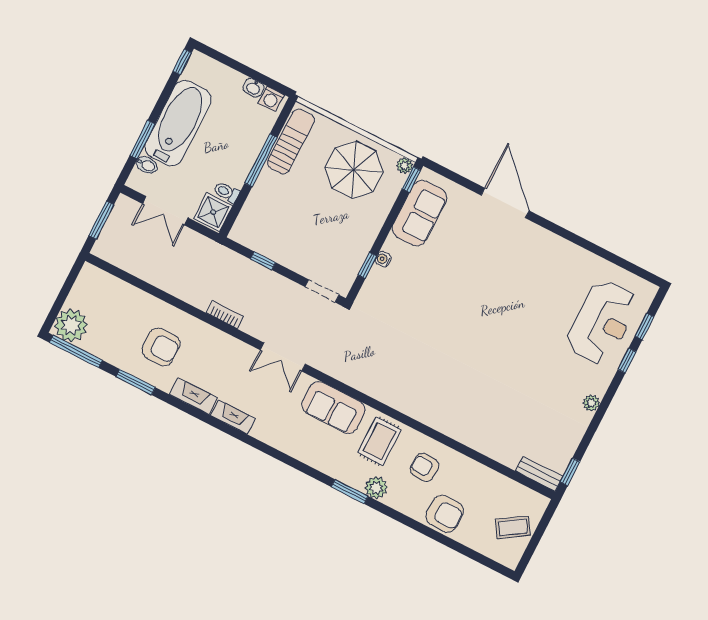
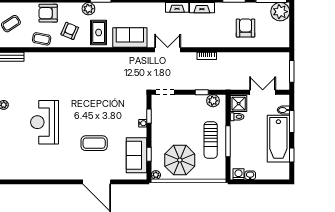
window: (182, 62) -> (292, 155), moved
sun lounger: (291, 141) -> (211, 140), moved
window: (411, 179) -> (149, 154), moved
plant: (252, 238) -> (213, 101), added
coffee table: (477, 267) -> (94, 143), added
reception desk: (602, 322) -> (44, 122), moved
armchair: (161, 347) -> (246, 28), moved, turned 90
armchair: (424, 467) -> (70, 31), turned -71
coffee table: (476, 478) -> (42, 39), added

